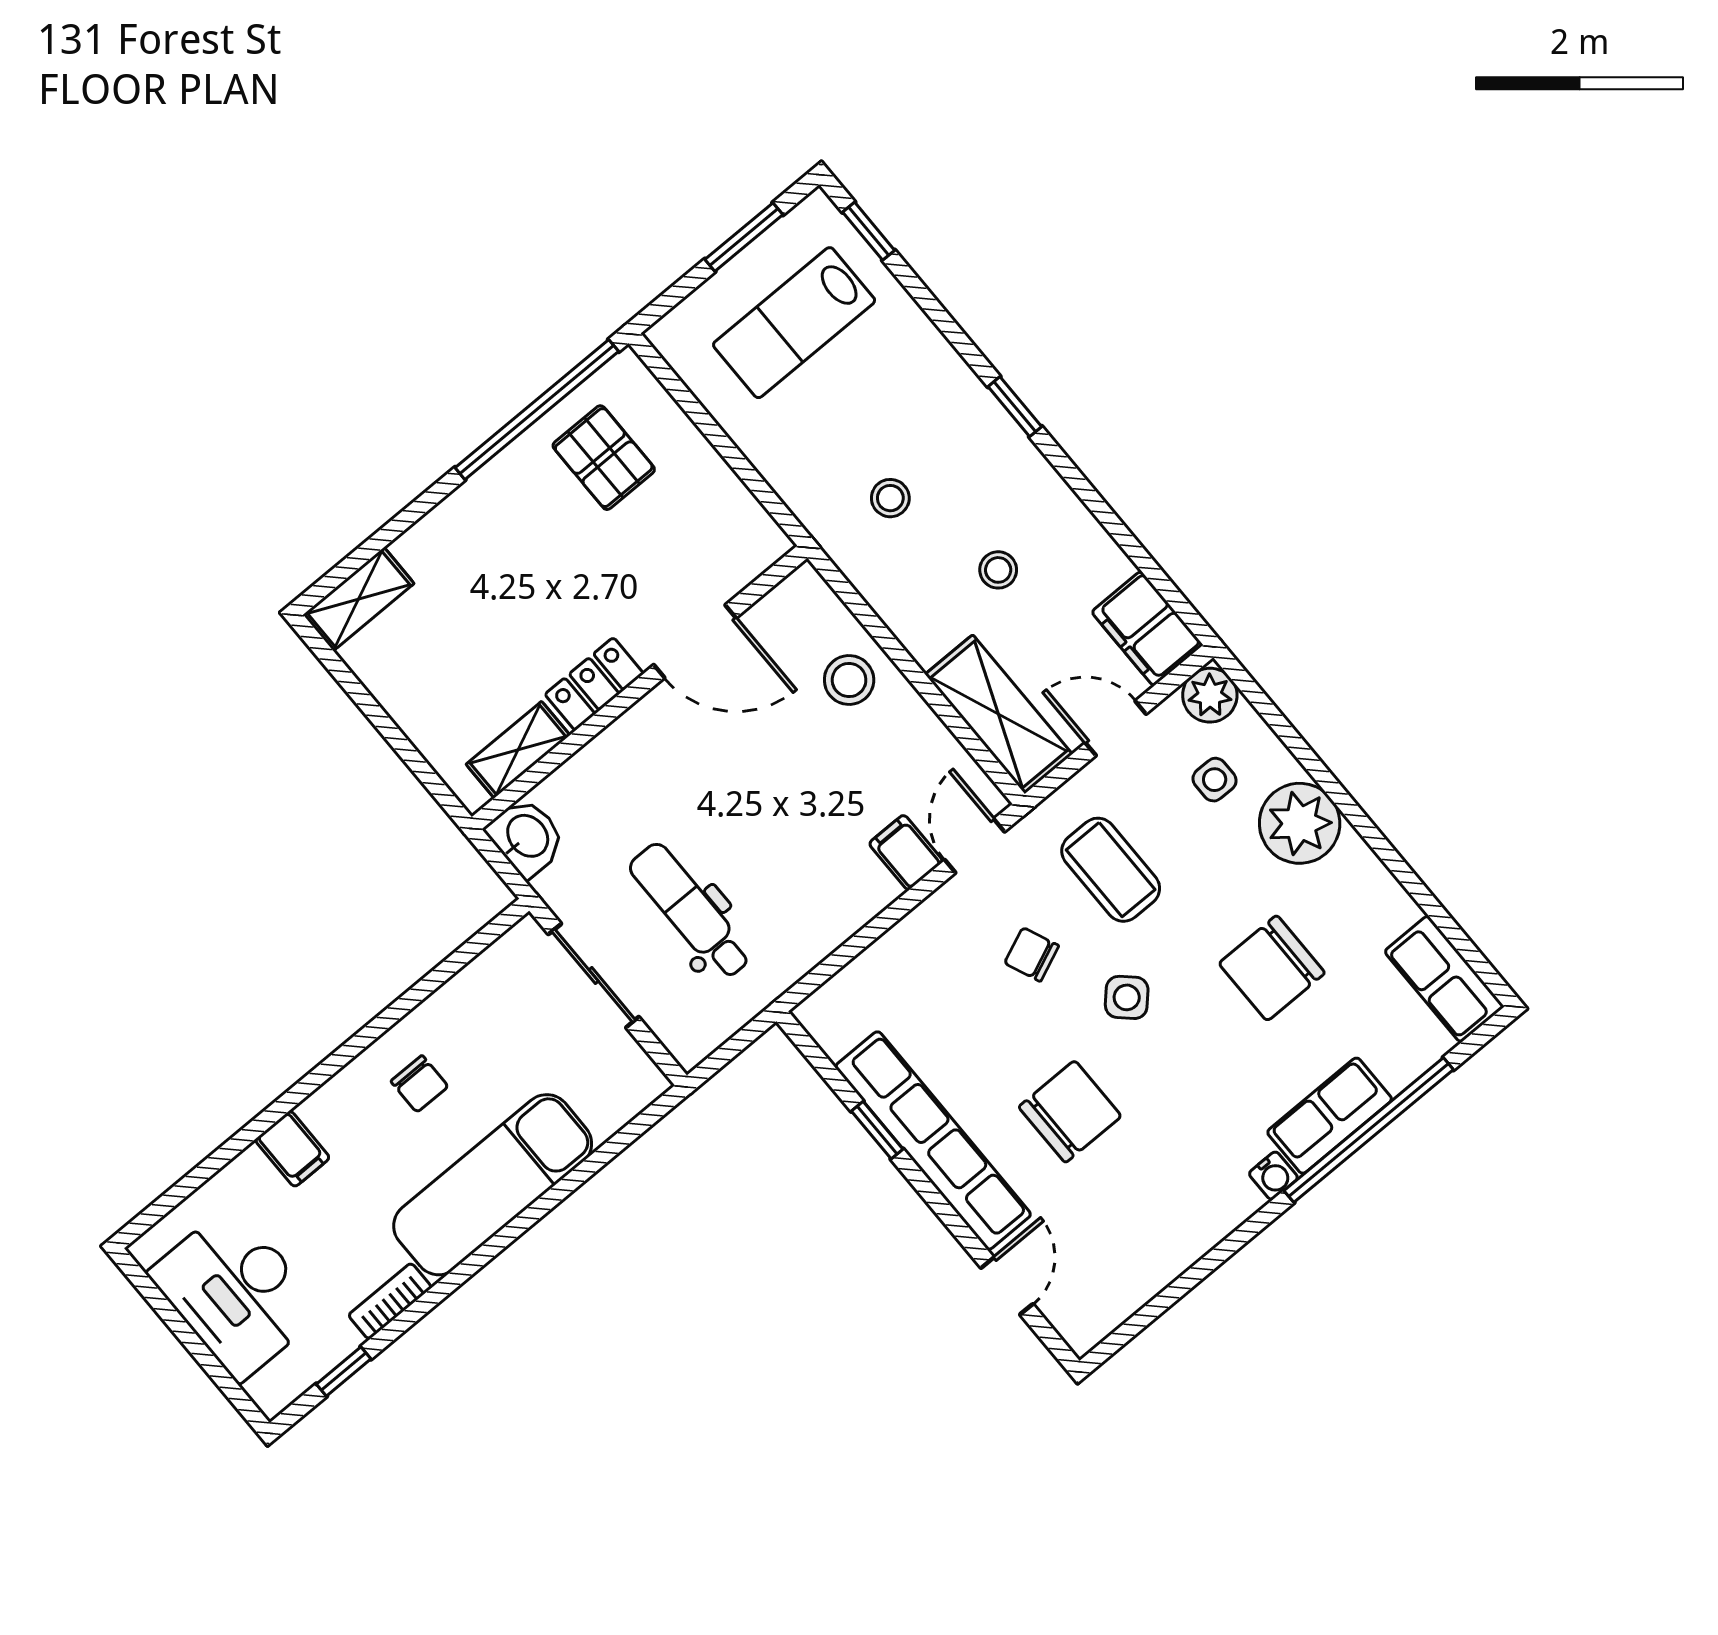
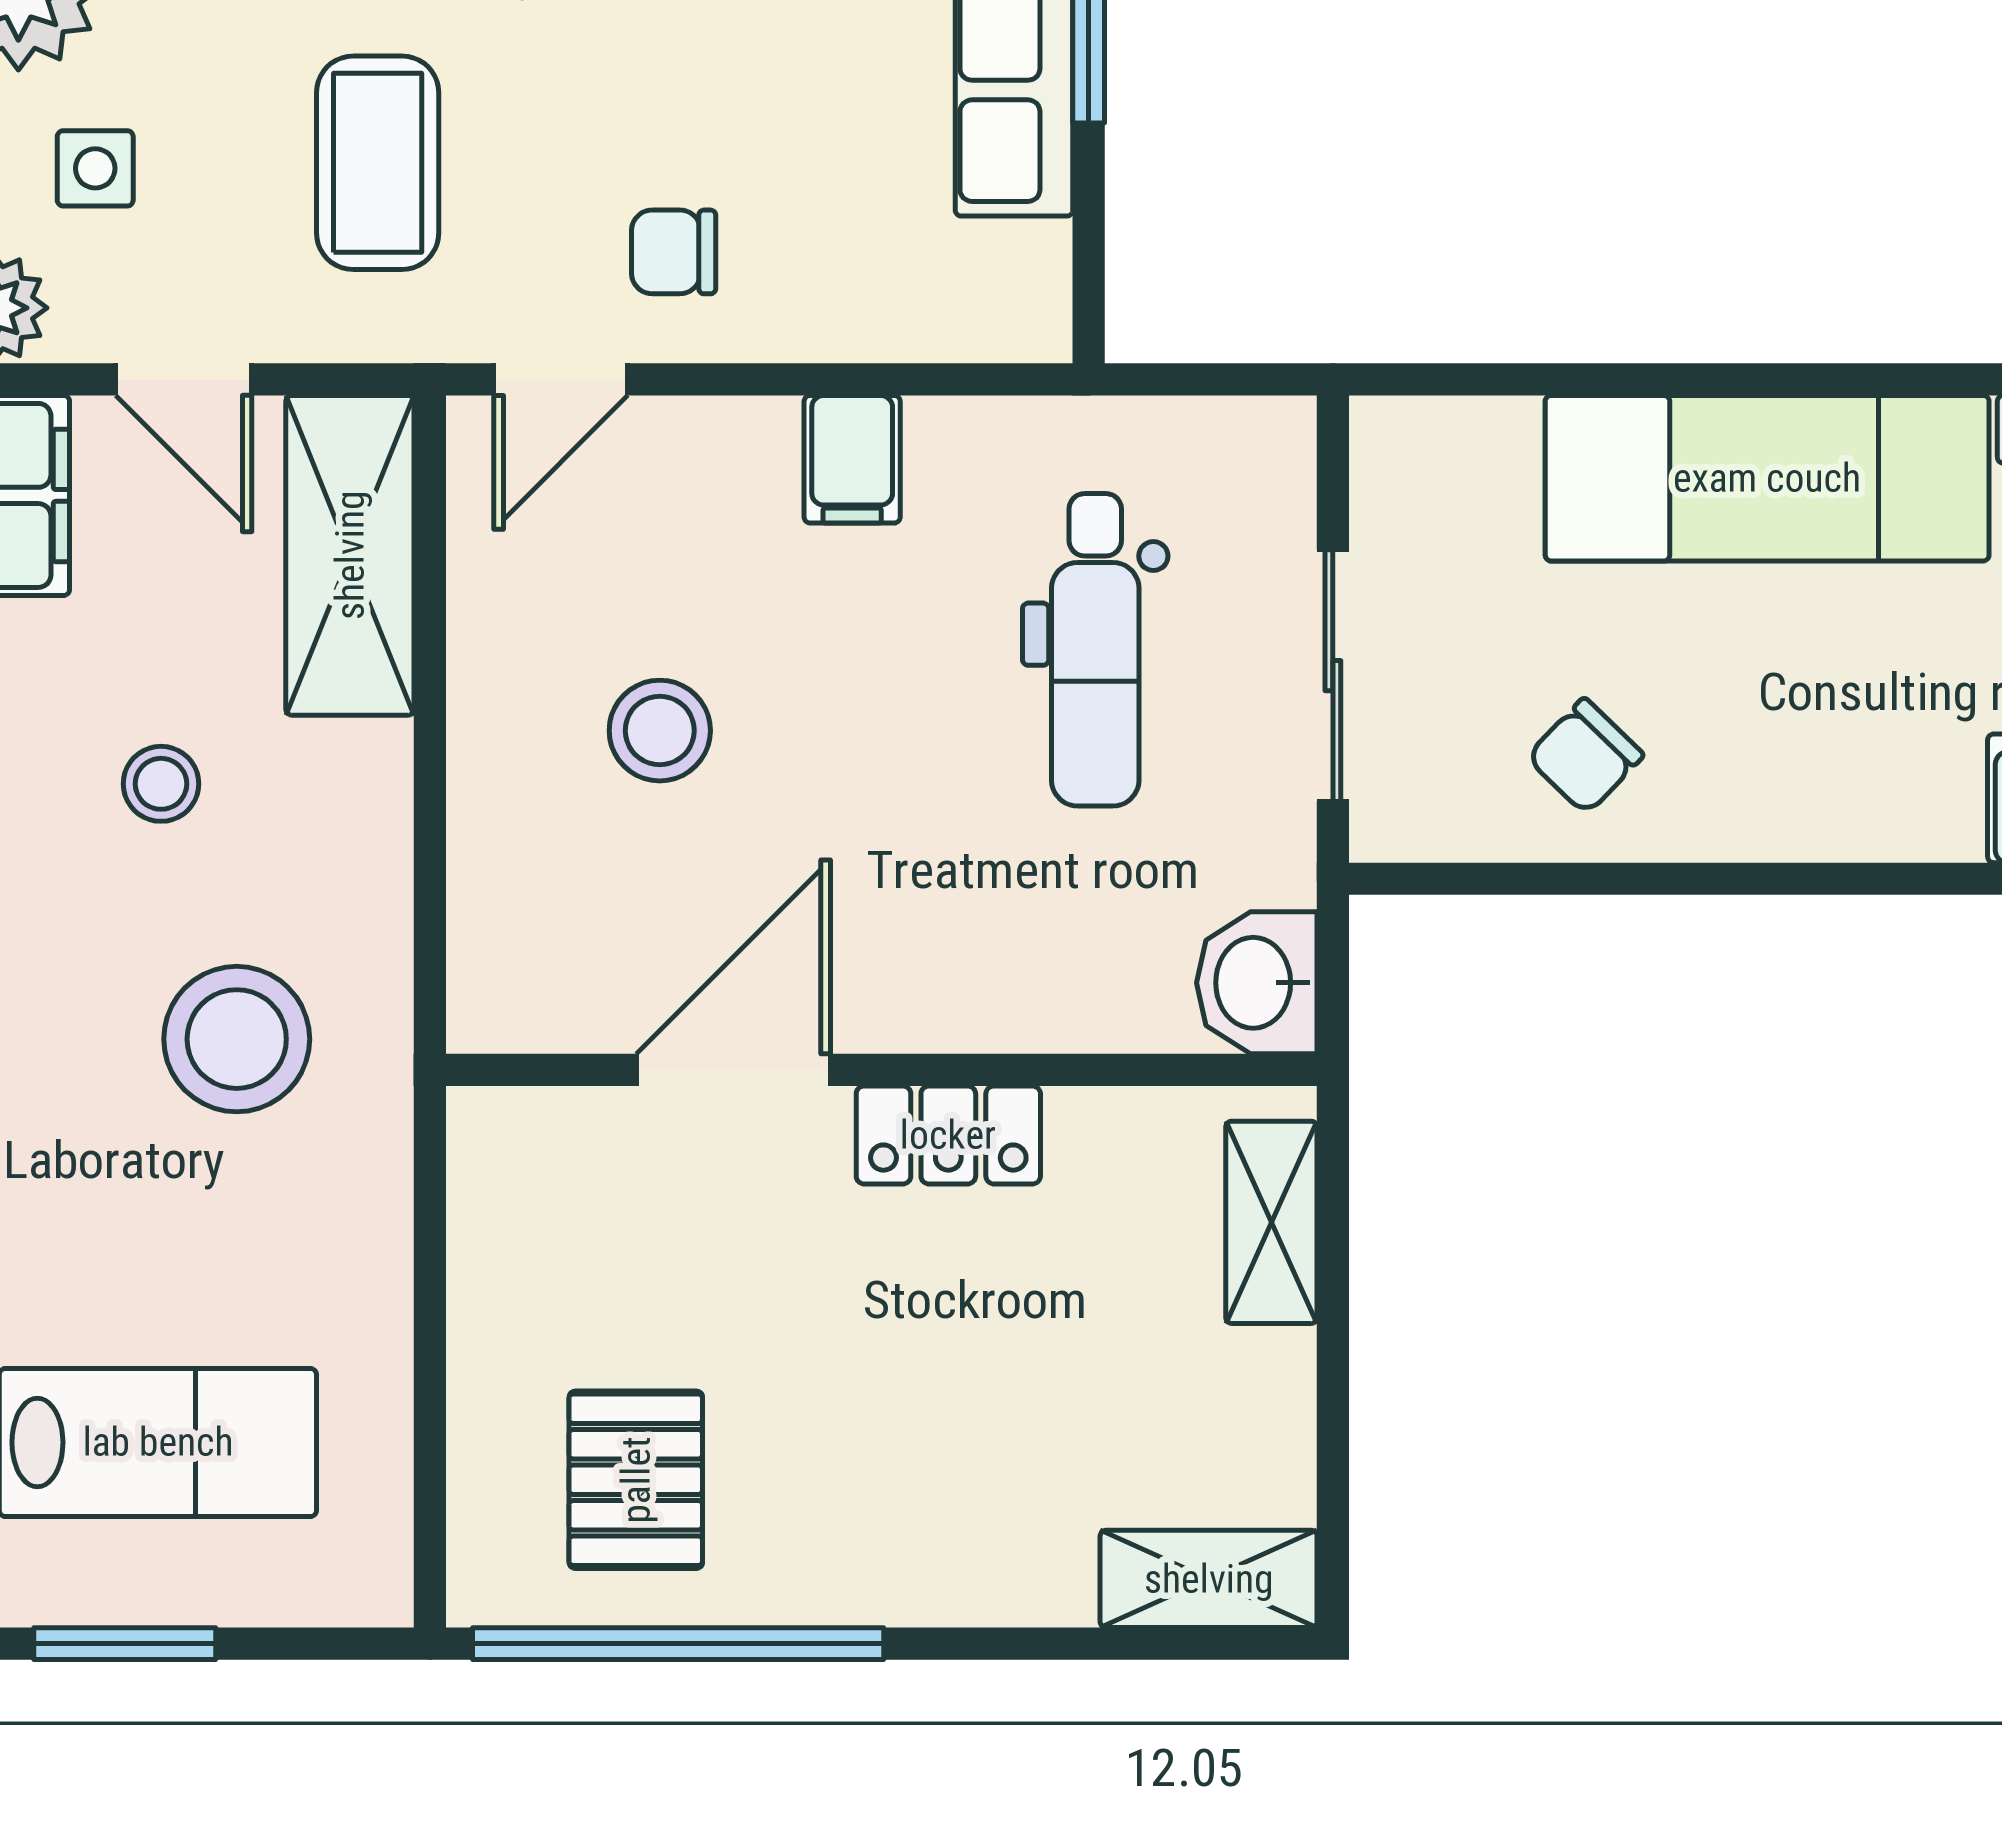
stool: (890, 498) -> (237, 1039), width x1.89, depth x1.89
door: (695, 641) -> (733, 1070), hinge flipped
stool: (849, 680) -> (660, 731), moved
shelving: (518, 750) -> (1271, 1222), moved, turned 90
filing cabinet: (906, 852) -> (852, 459), moved
chair: (1032, 954) -> (674, 252), moved, turned 113
chair: (420, 1084) -> (1585, 756), moved, turned -136

